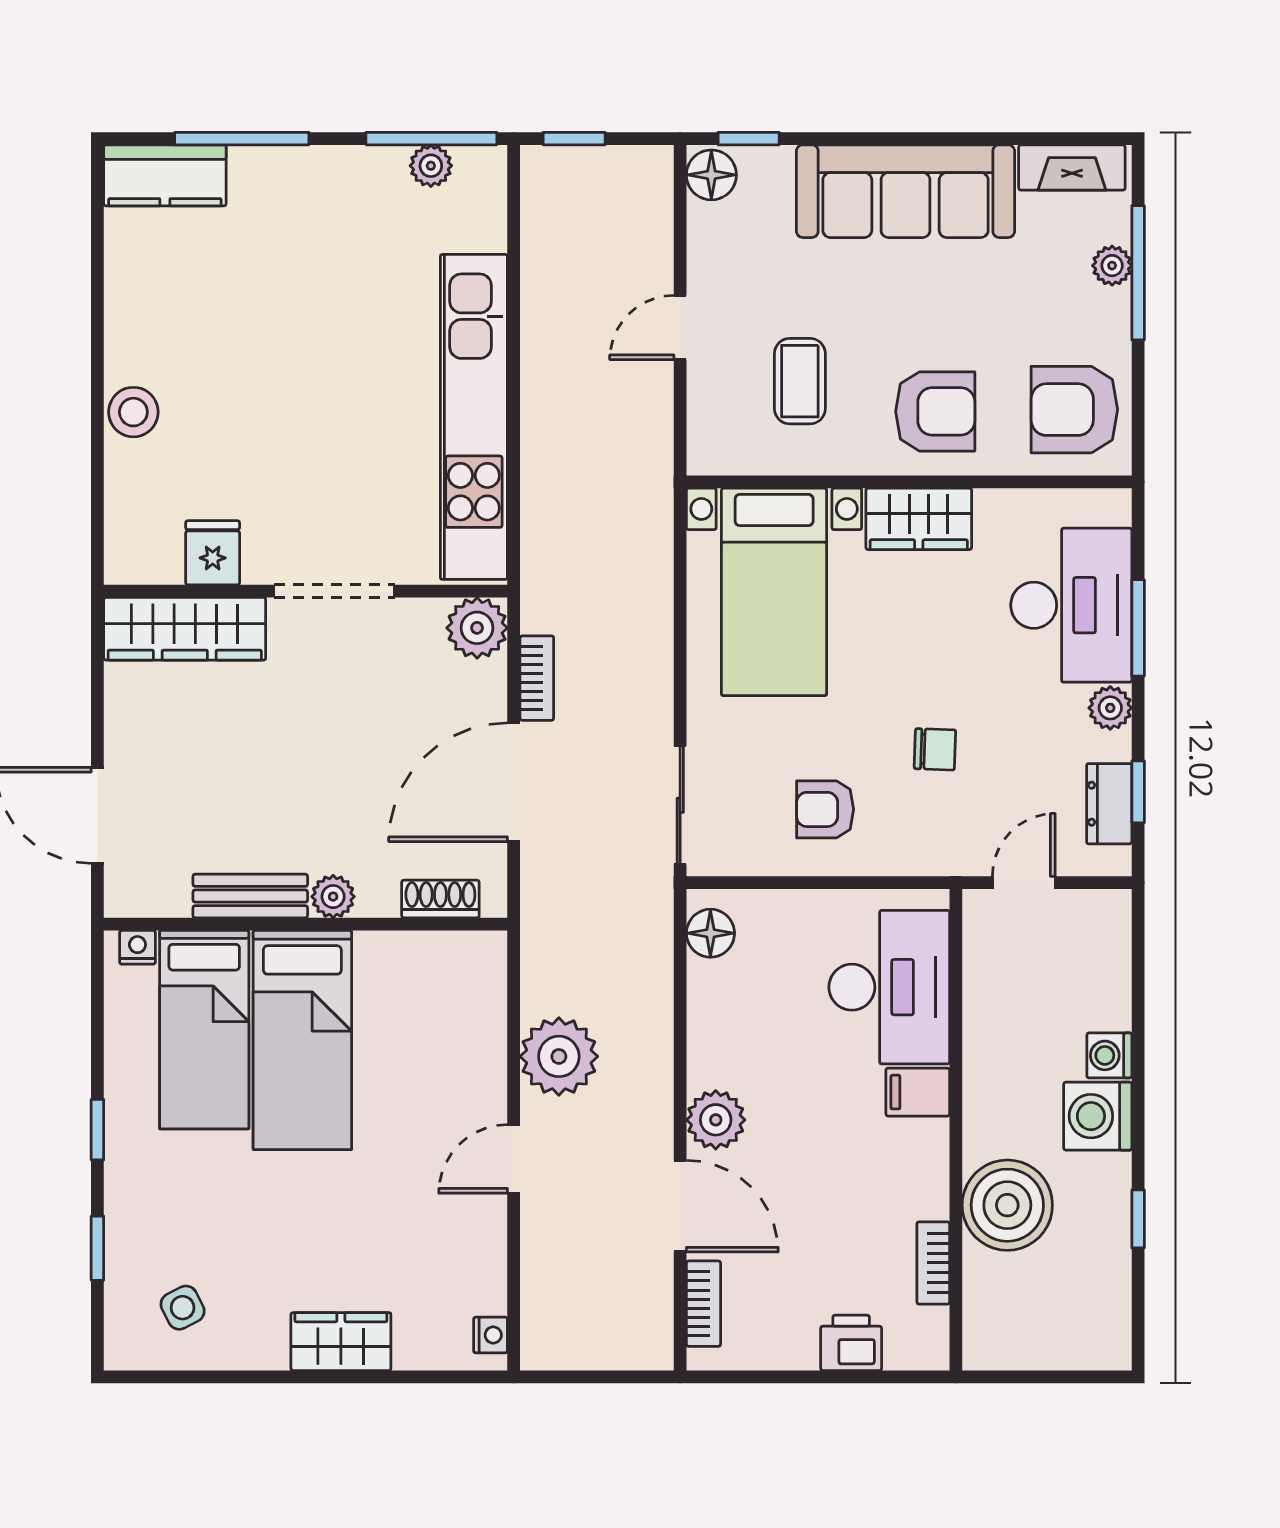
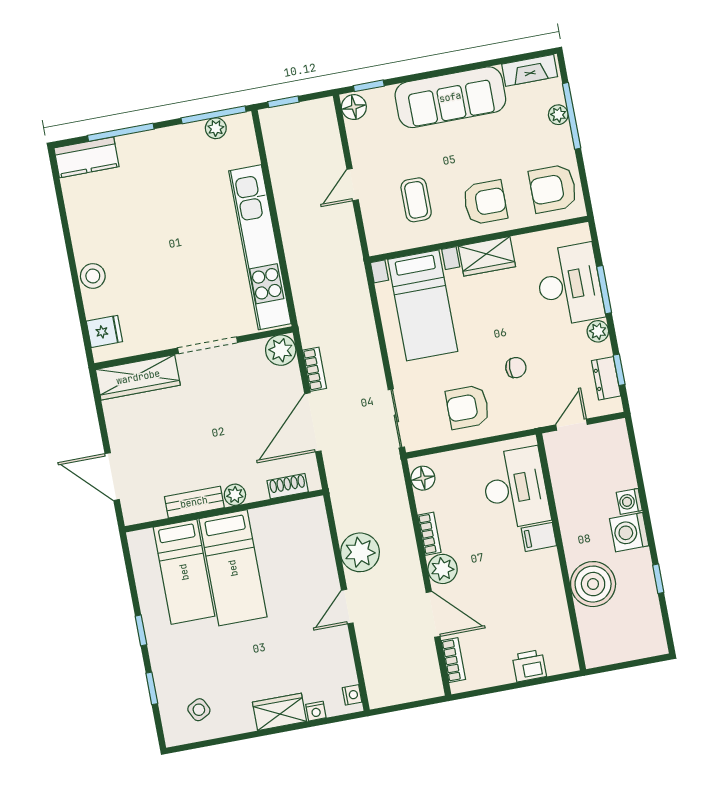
fridge: (213, 553) -> (104, 331), moved, turned 90
armchair: (825, 809) -> (468, 407), width x1.38, depth x1.38
nightstand: (137, 947) -> (316, 711), moved, turned 180
bookcase: (933, 1263) -> (429, 534), moved, turned 180

